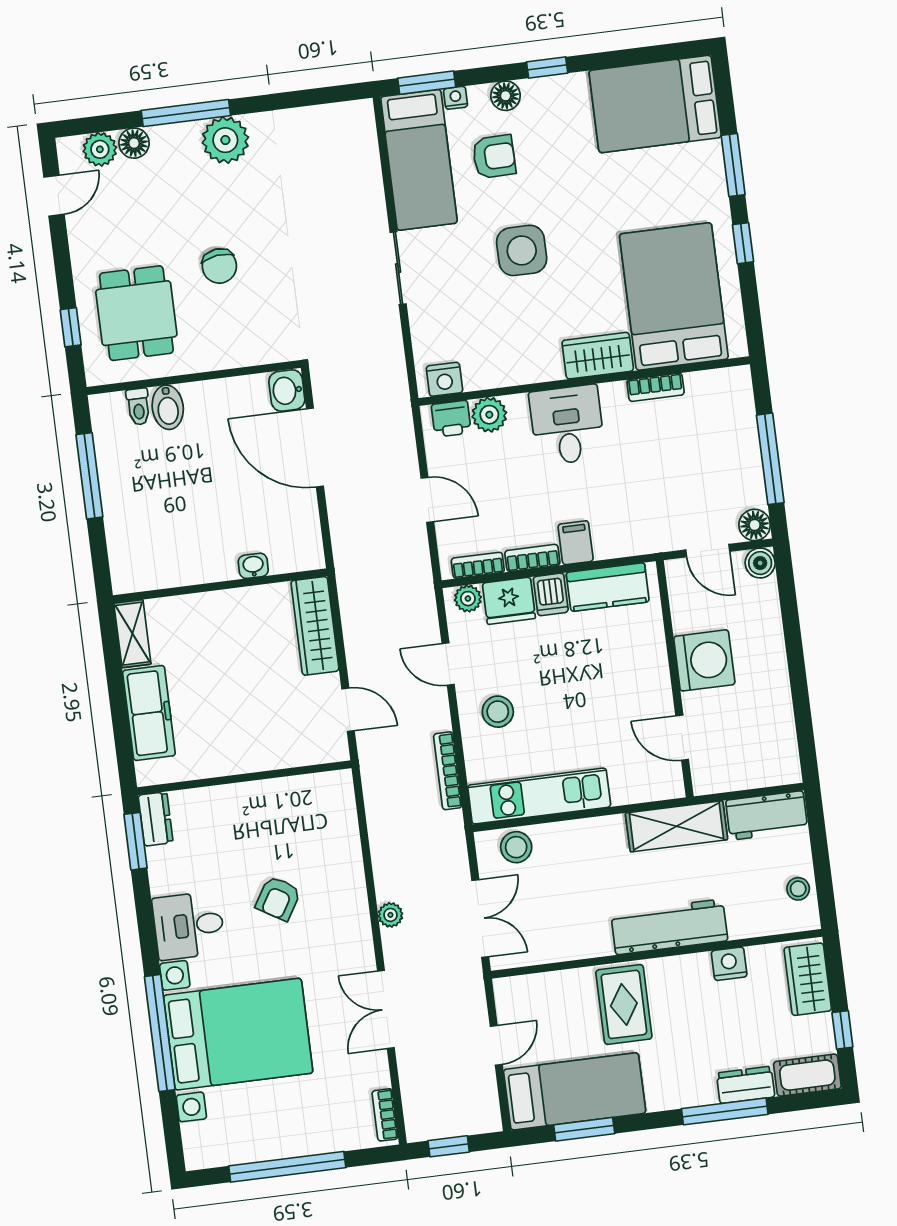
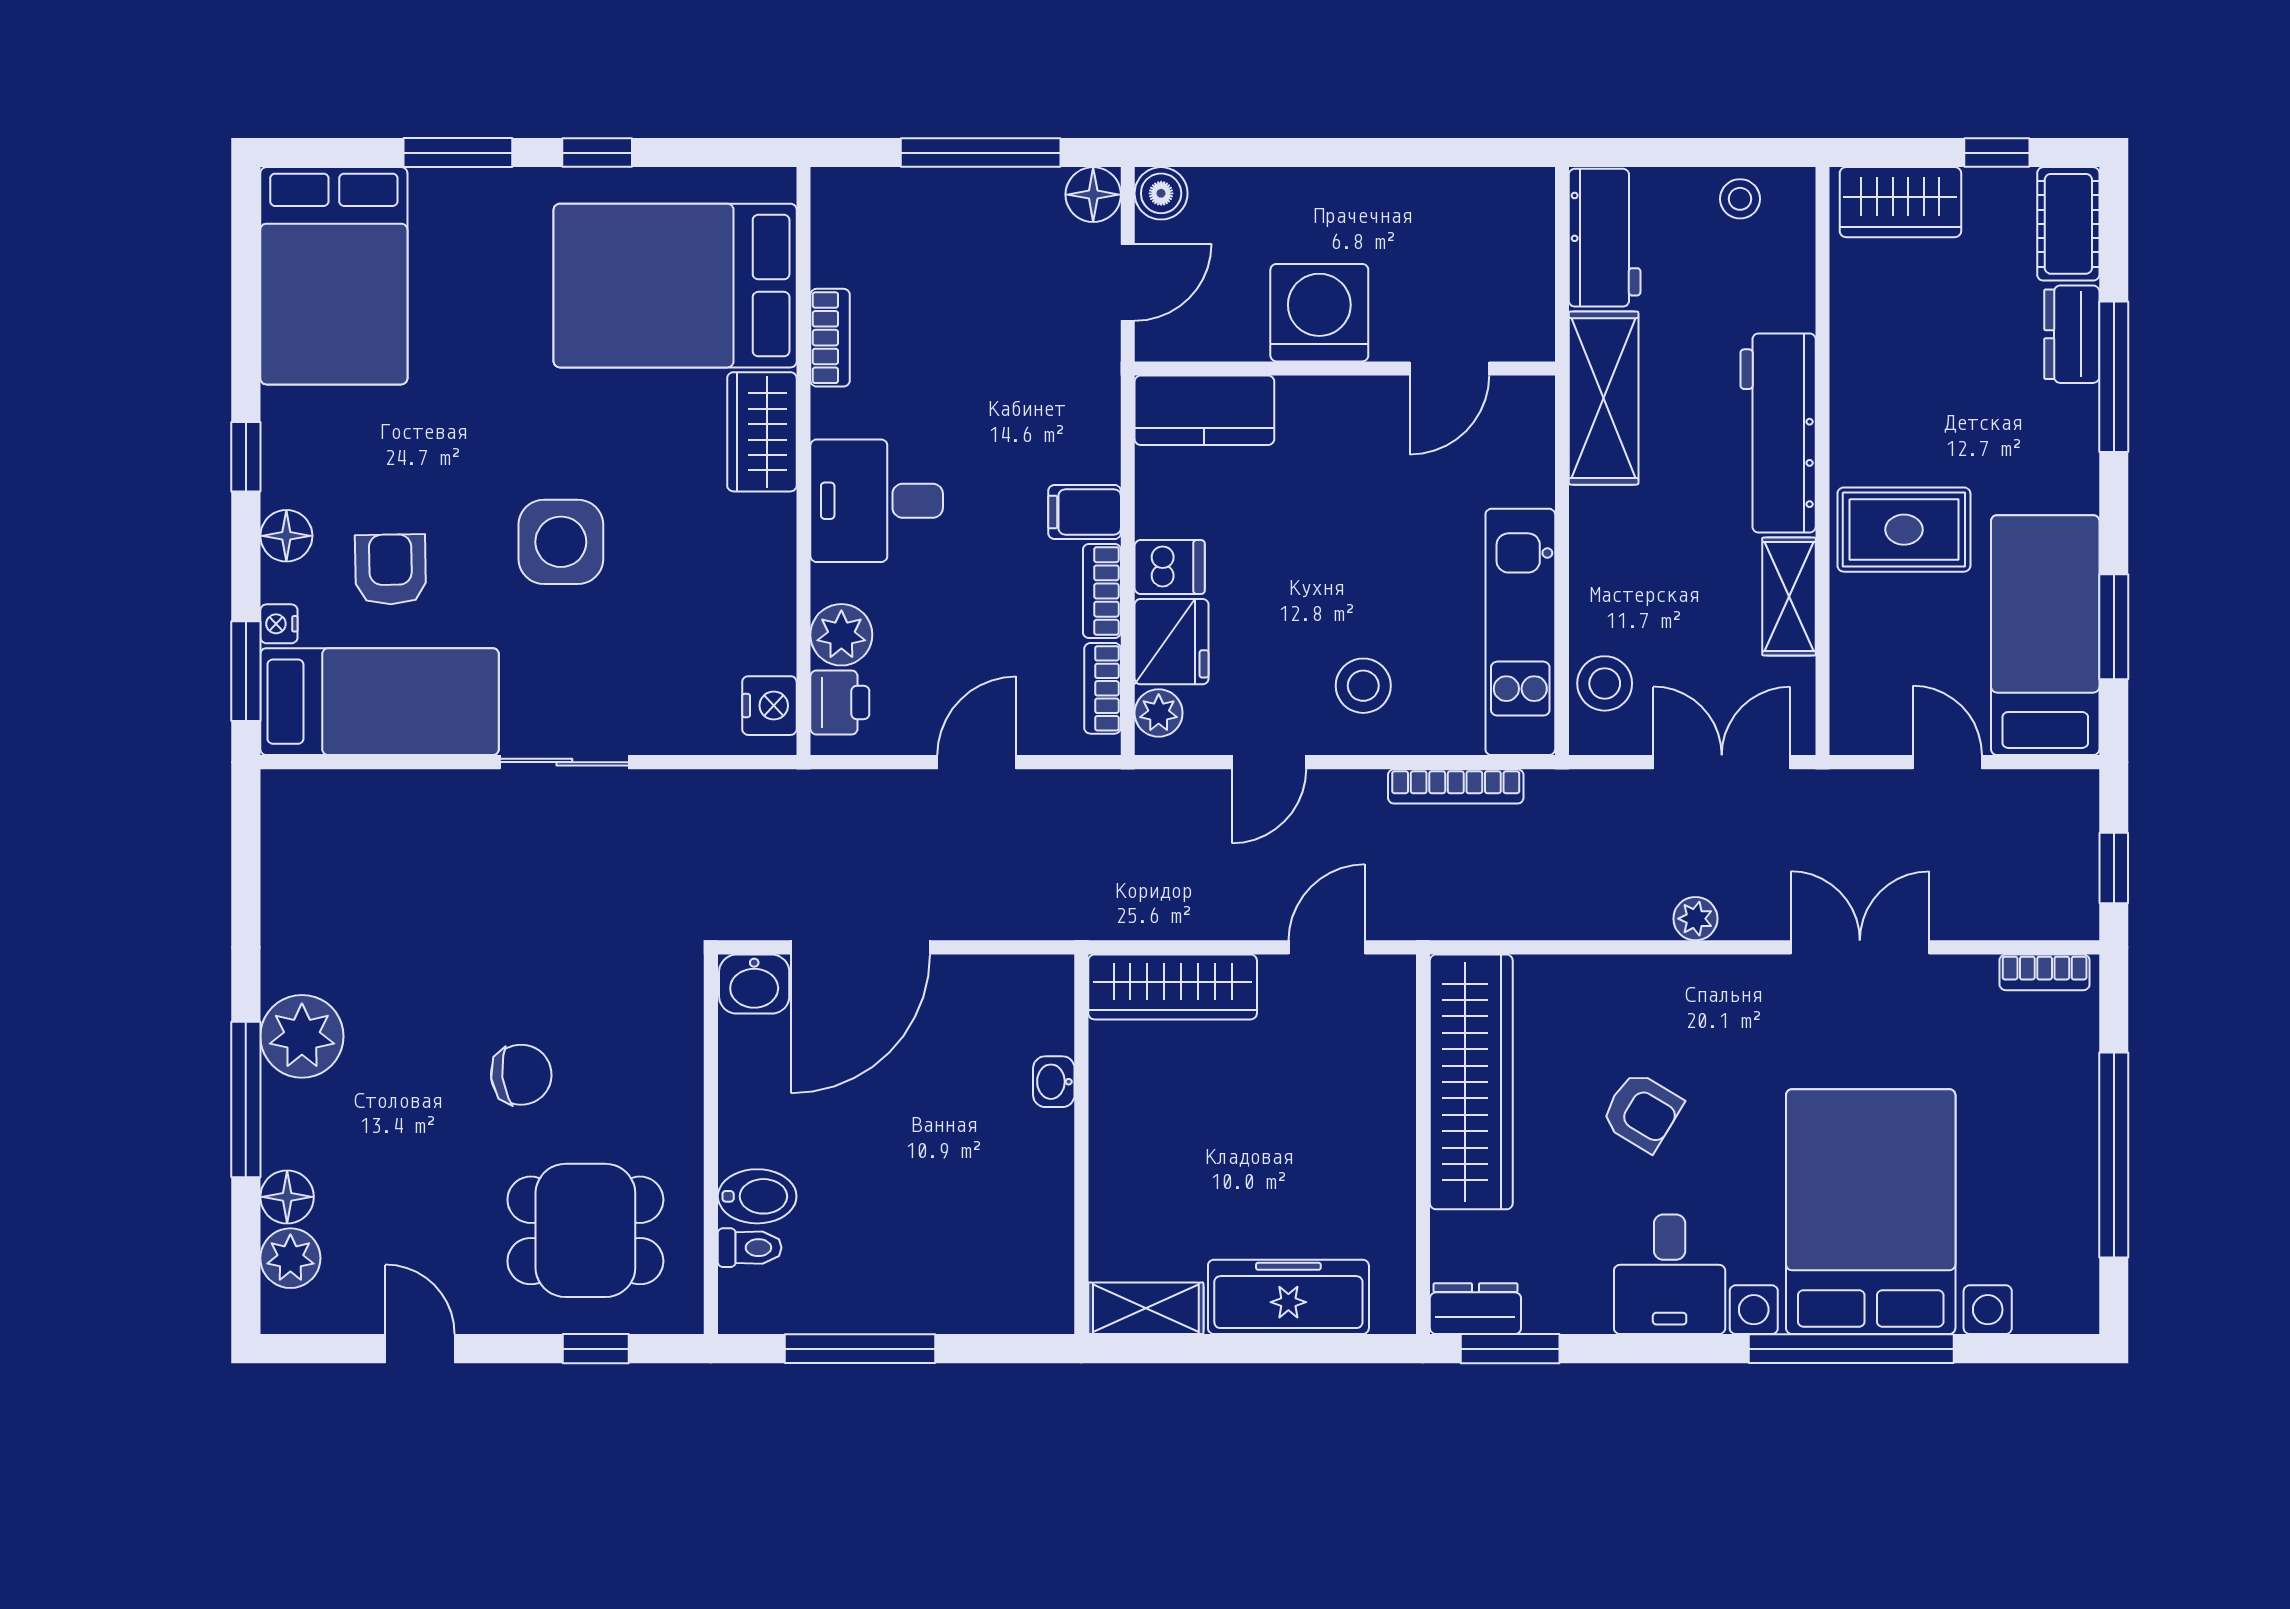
door: (54, 196) -> (420, 1349), moved
kitchen counter: (608, 587) -> (1204, 410), moved, turned 90
wardrobe: (283, 800) -> (1471, 1082), added
shelving: (578, 945) -> (1789, 596), added
nightstand: (729, 964) -> (1856, 336), removed
double door: (386, 1009) -> (1860, 947), swing flipped

